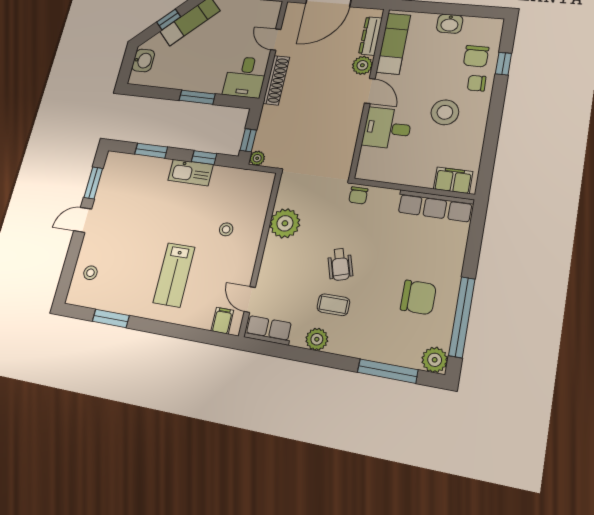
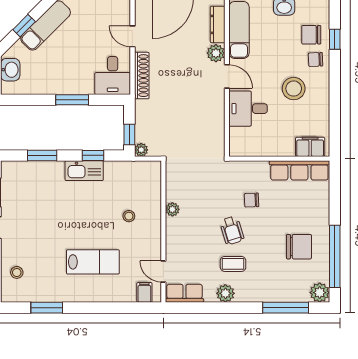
chair: (476, 56) -> (311, 35), turned 90
chair: (358, 195) -> (252, 200), moved, turned 88
plant: (285, 223) -> (172, 209), width x0.53, depth x0.53
lab bench: (174, 275) -> (93, 262), turned -90

